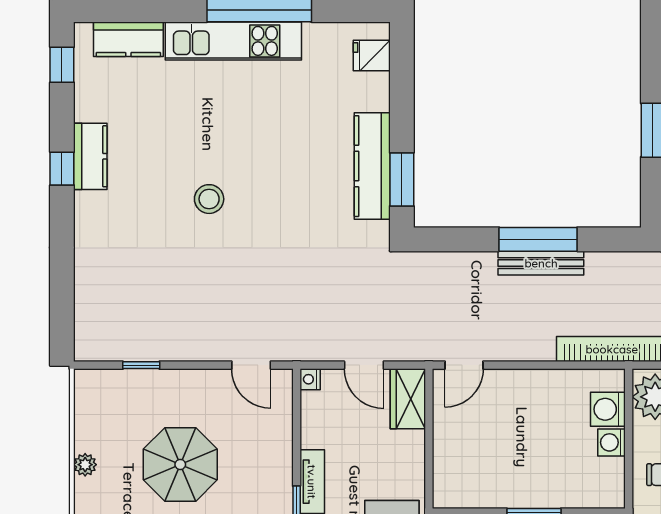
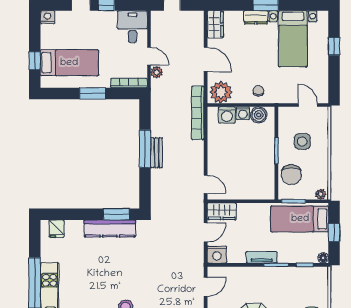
bench: (541, 263) -> (156, 153), width x0.73
nightstand: (310, 379) -> (217, 255), width x1.89, depth x1.79
boiler: (608, 475) -> (259, 115), added

